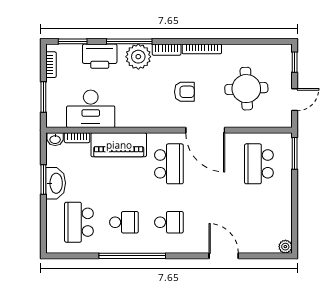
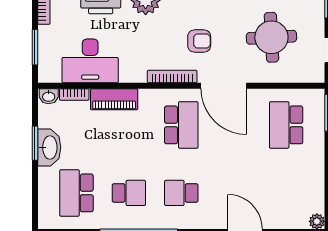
bookcase: (161, 122) -> (172, 77), added
piano: (119, 145) -> (114, 99), width x0.73, depth x0.75
school desk: (169, 222) -> (181, 193), turned 180

